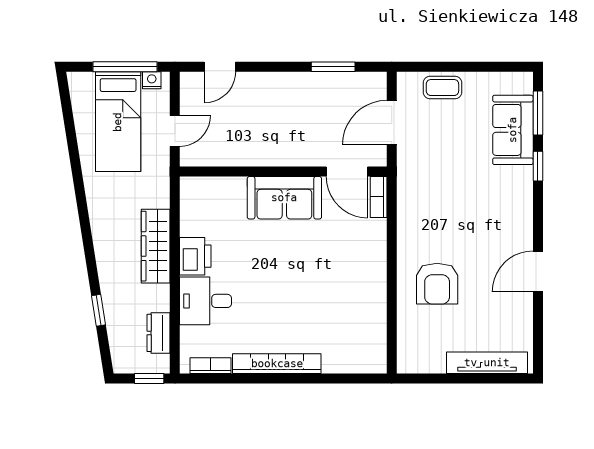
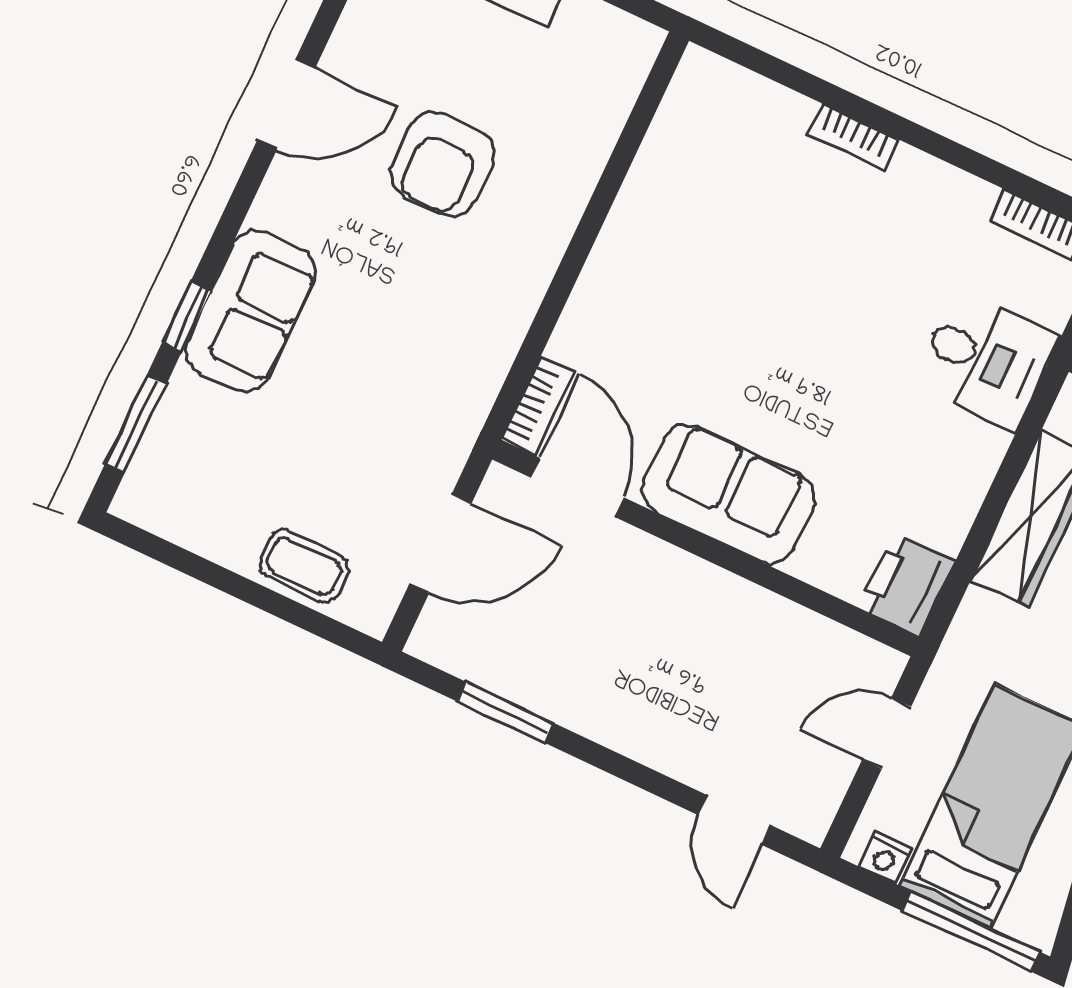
window: (125, 67) -> (971, 931), moved
door: (220, 67) -> (735, 820), swing flipped
sofa: (513, 130) -> (251, 311), moved
printer: (195, 256) -> (906, 584), moved
armchair: (437, 284) -> (442, 164), moved, turned 180
bookcase: (277, 364) -> (854, 137), width x0.43, depth x0.76

